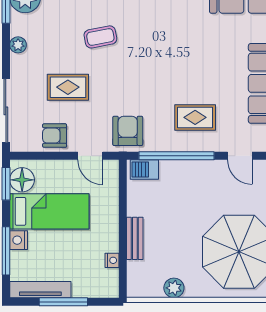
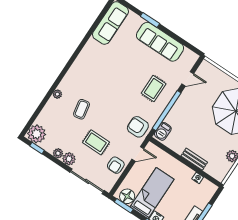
plant: (20, 65) -> (69, 159), added
rug: (68, 87) -> (96, 142), turned 90

